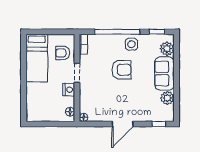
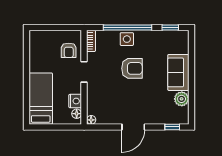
side table: (131, 44) -> (127, 39), moved
plant: (167, 49) -> (181, 46), removed
armchair: (63, 53) -> (69, 50), turned -90
bed: (37, 58) -> (41, 99), moved, turned 180
nightstand: (69, 90) -> (75, 101), moved

